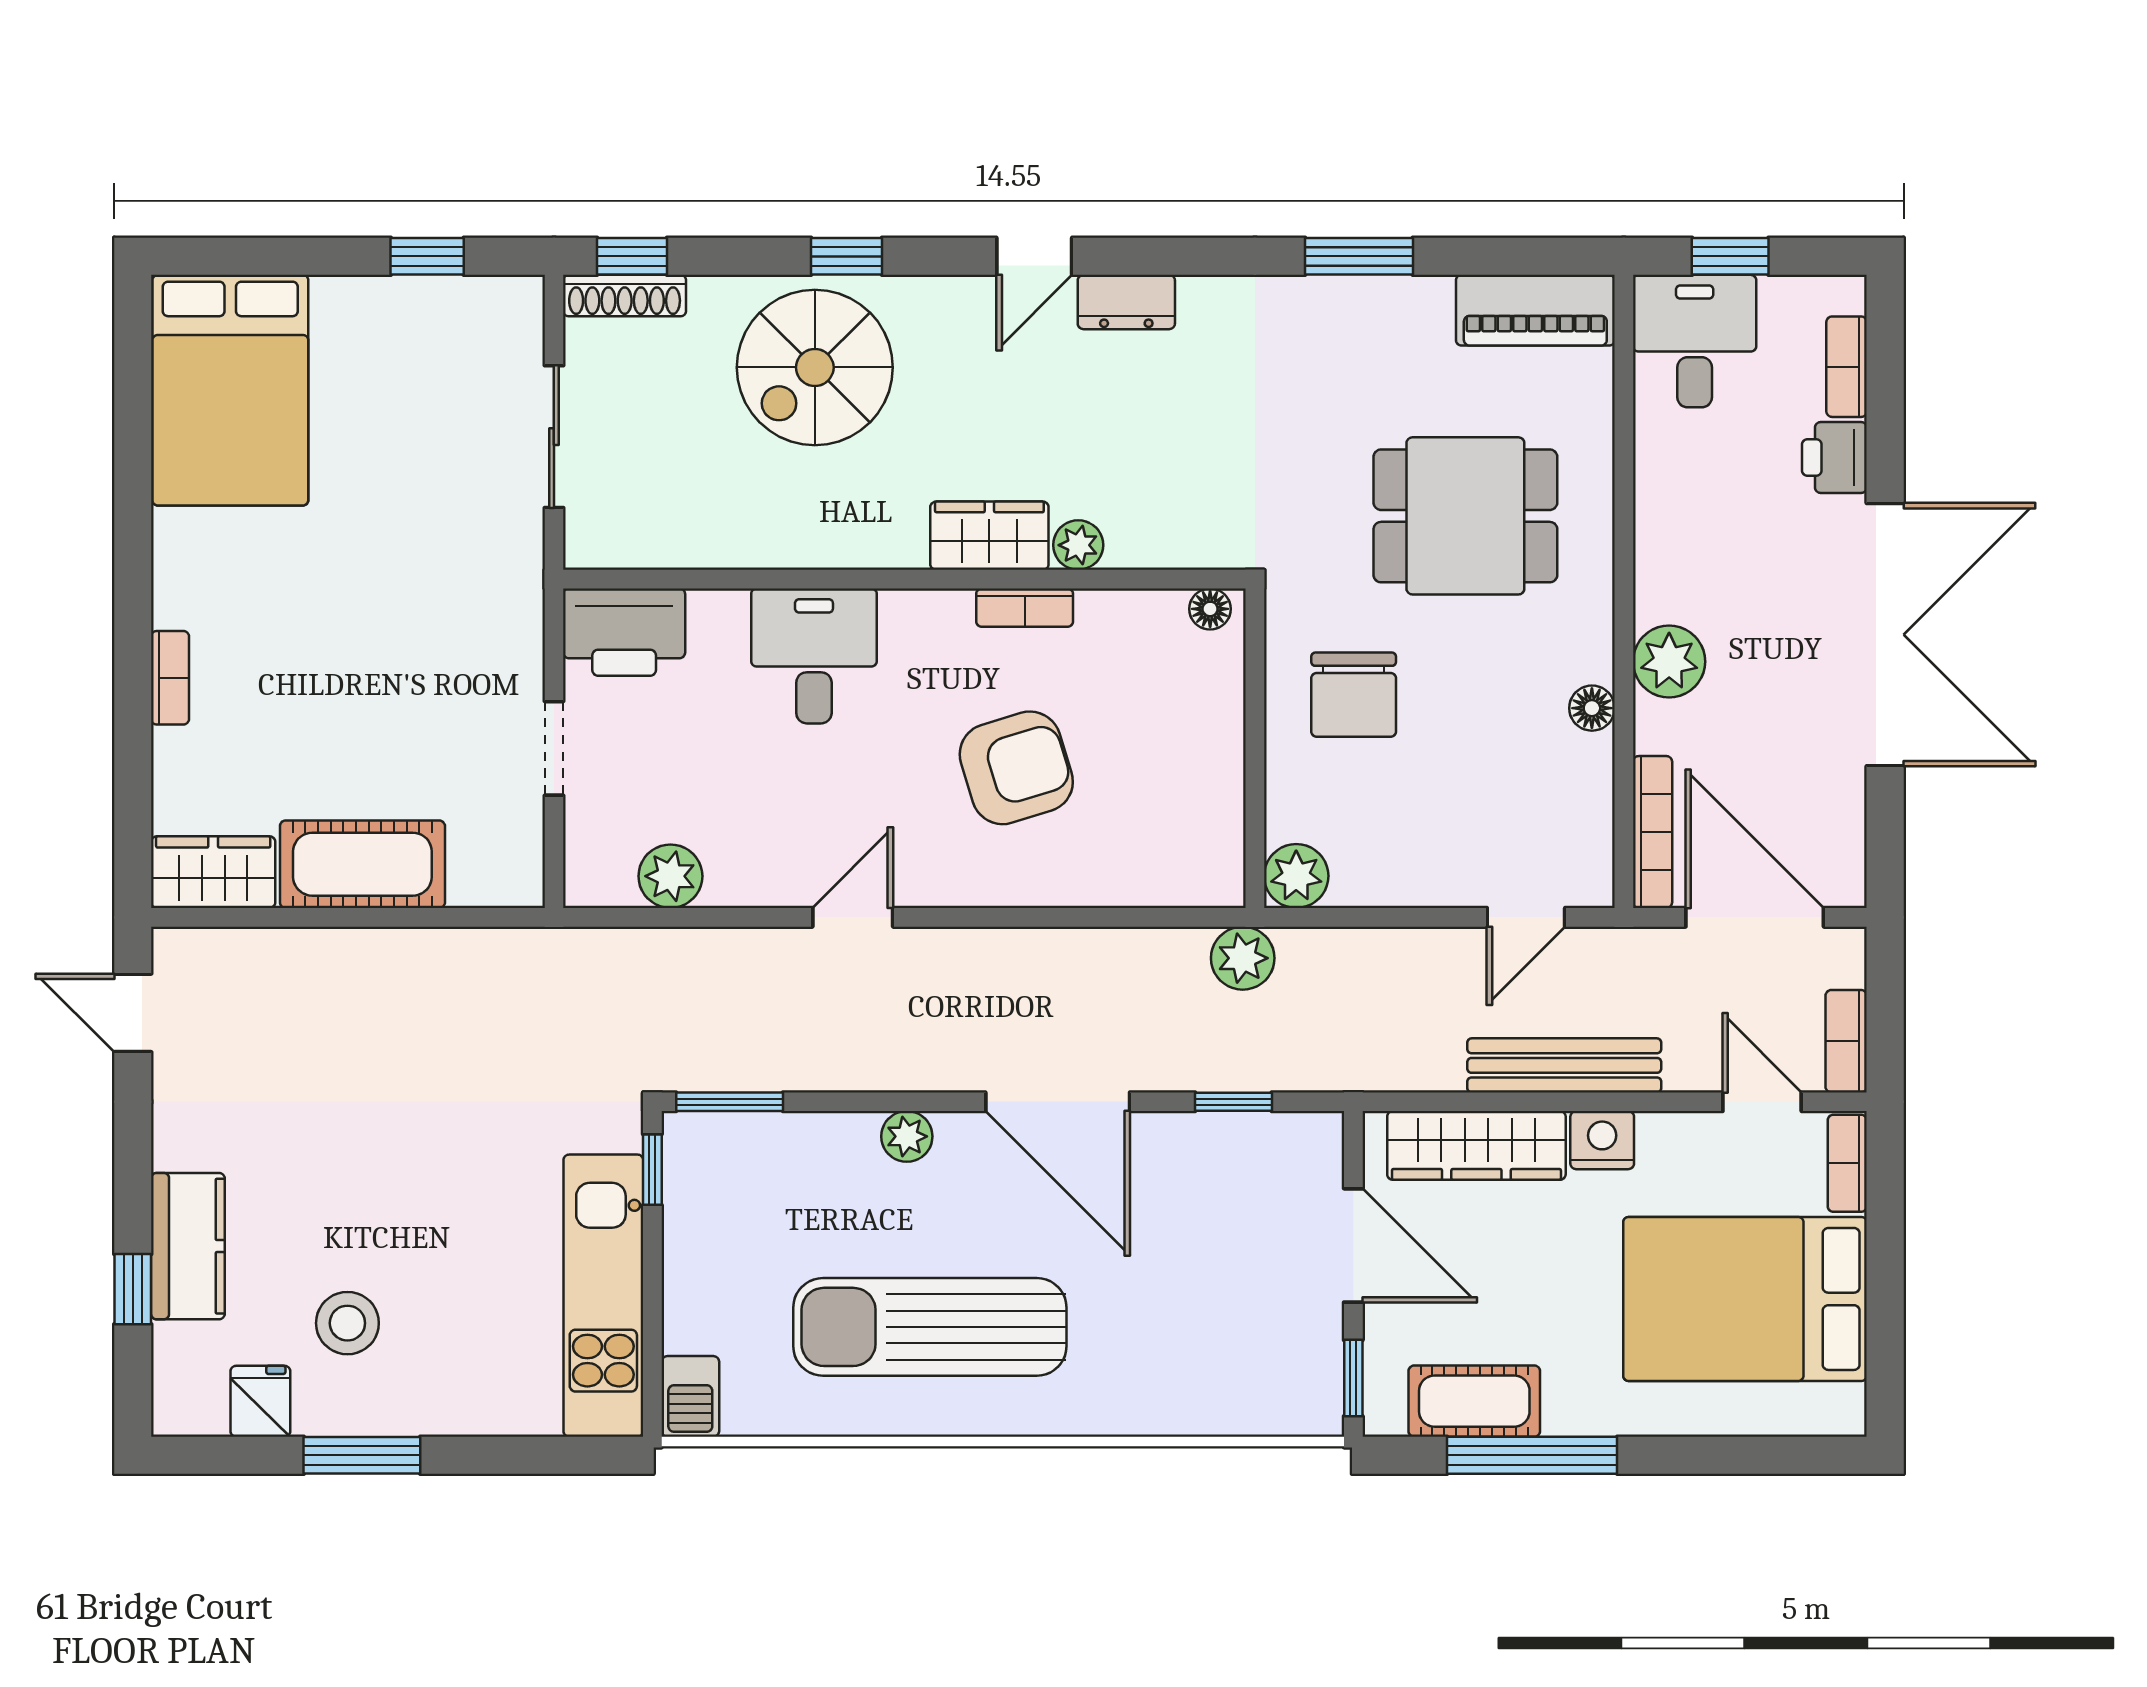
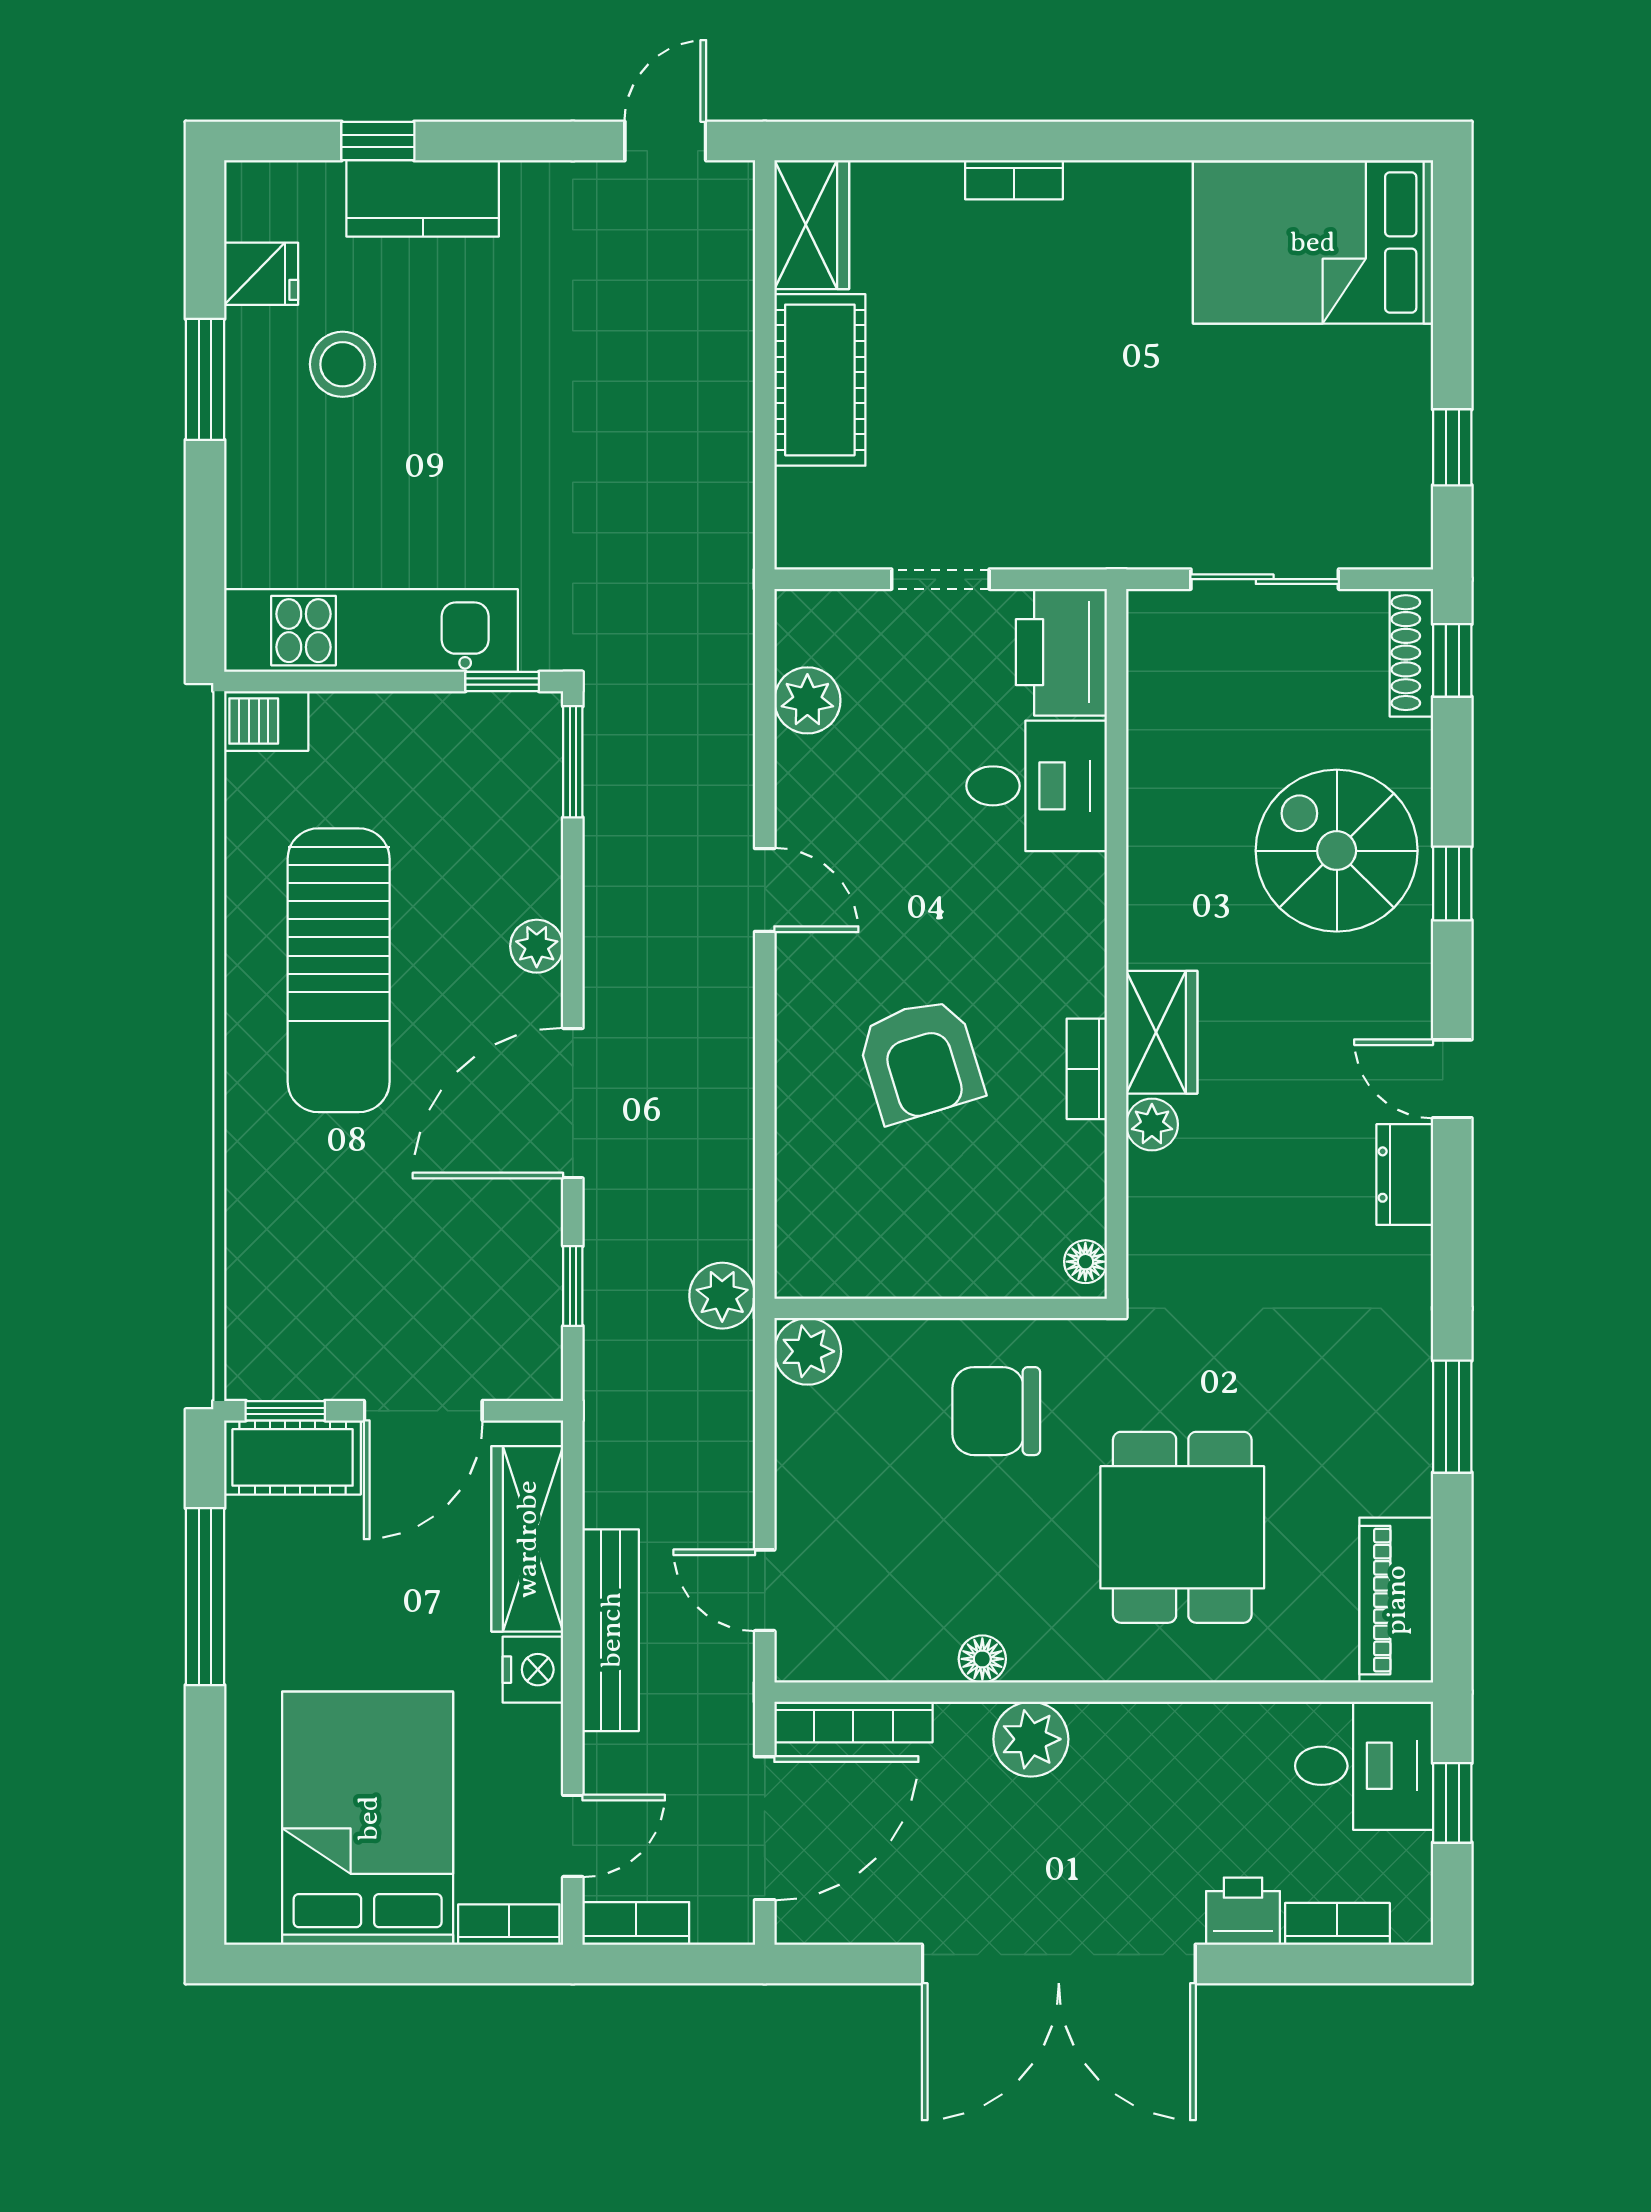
desk: (814, 656) -> (1037, 786), moved
sun lounger: (930, 1327) -> (339, 970), turned 180
cot: (1474, 1401) -> (293, 1457), moved, turned 90

